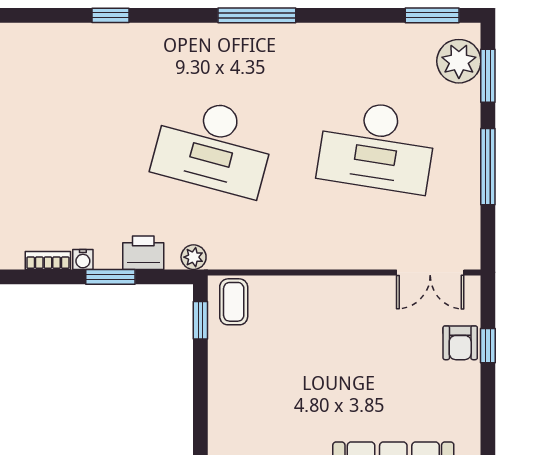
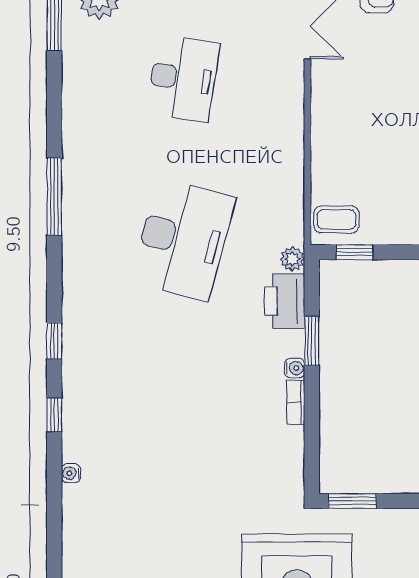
window: (35, 15) -> (54, 415), added
desk: (377, 146) -> (183, 78), width x0.73, depth x0.77
printer: (143, 253) -> (285, 301), width x1.37, depth x1.19

